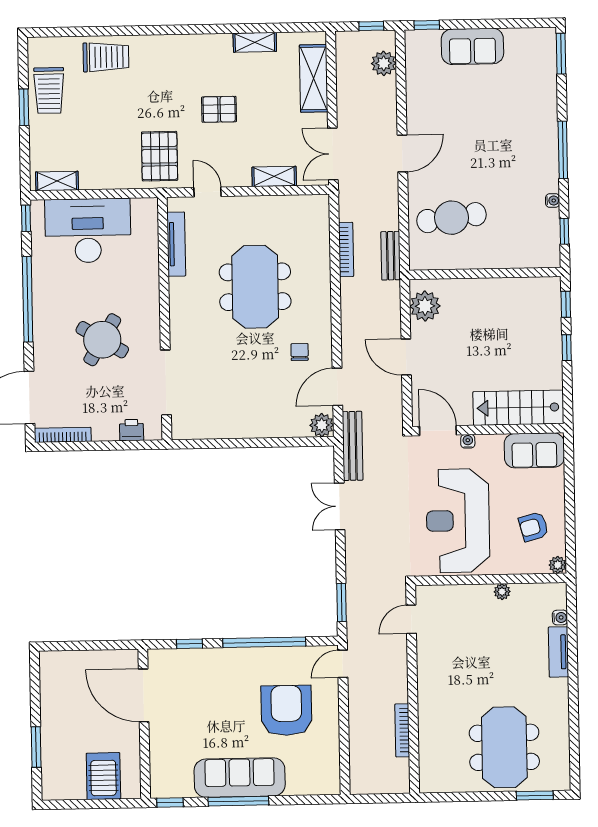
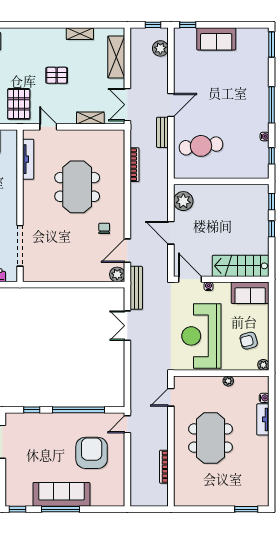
bench: (391, 256) -> (162, 132), moved
window: (342, 602) -> (127, 386), removed
meeting table: (504, 747) -> (211, 438), moved

